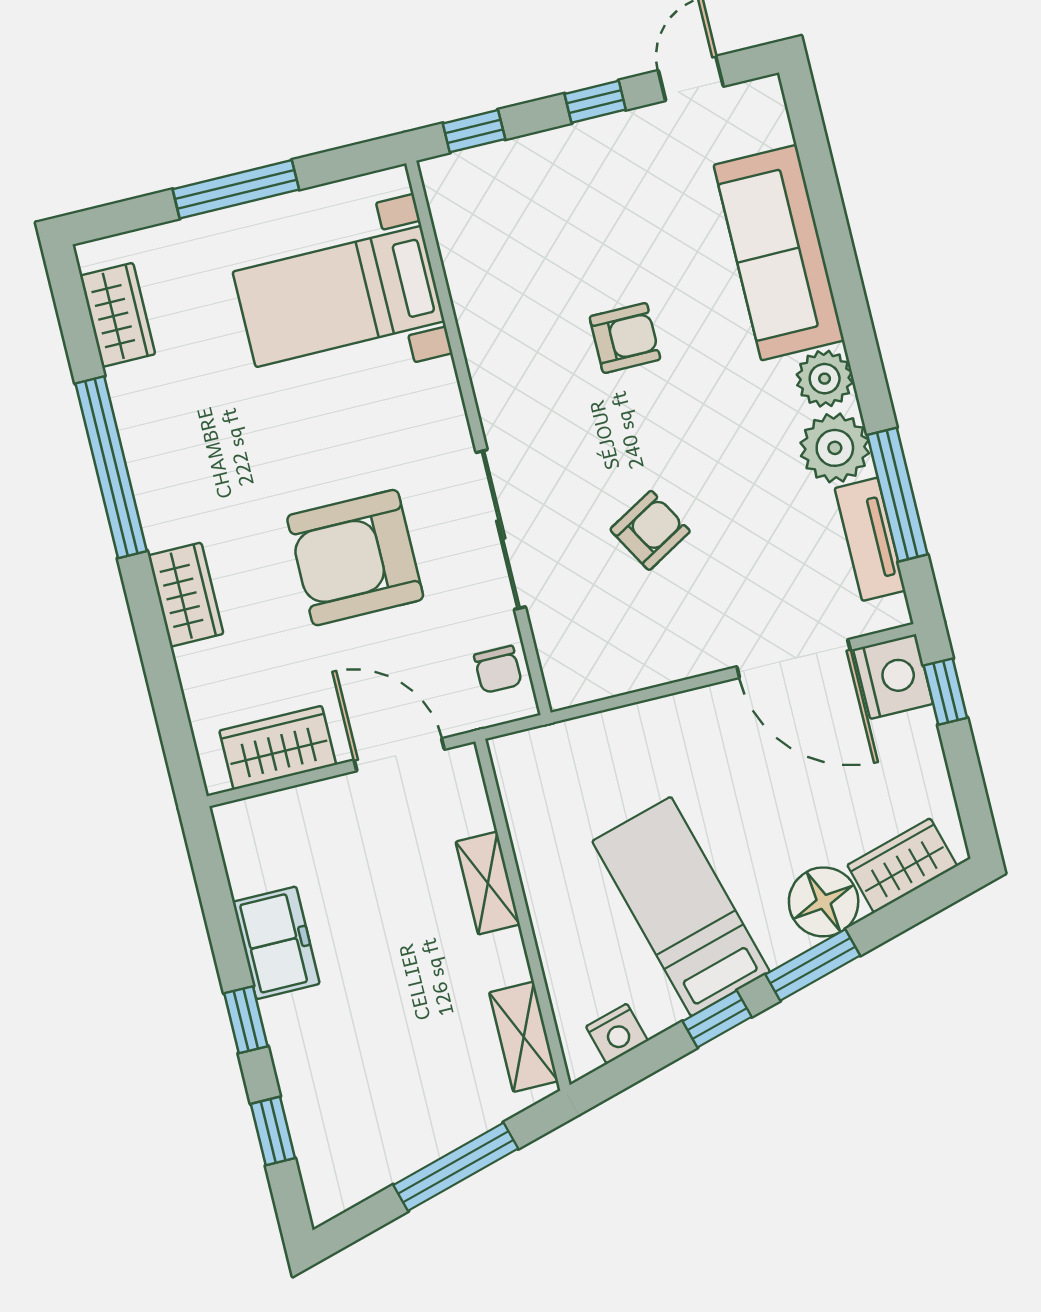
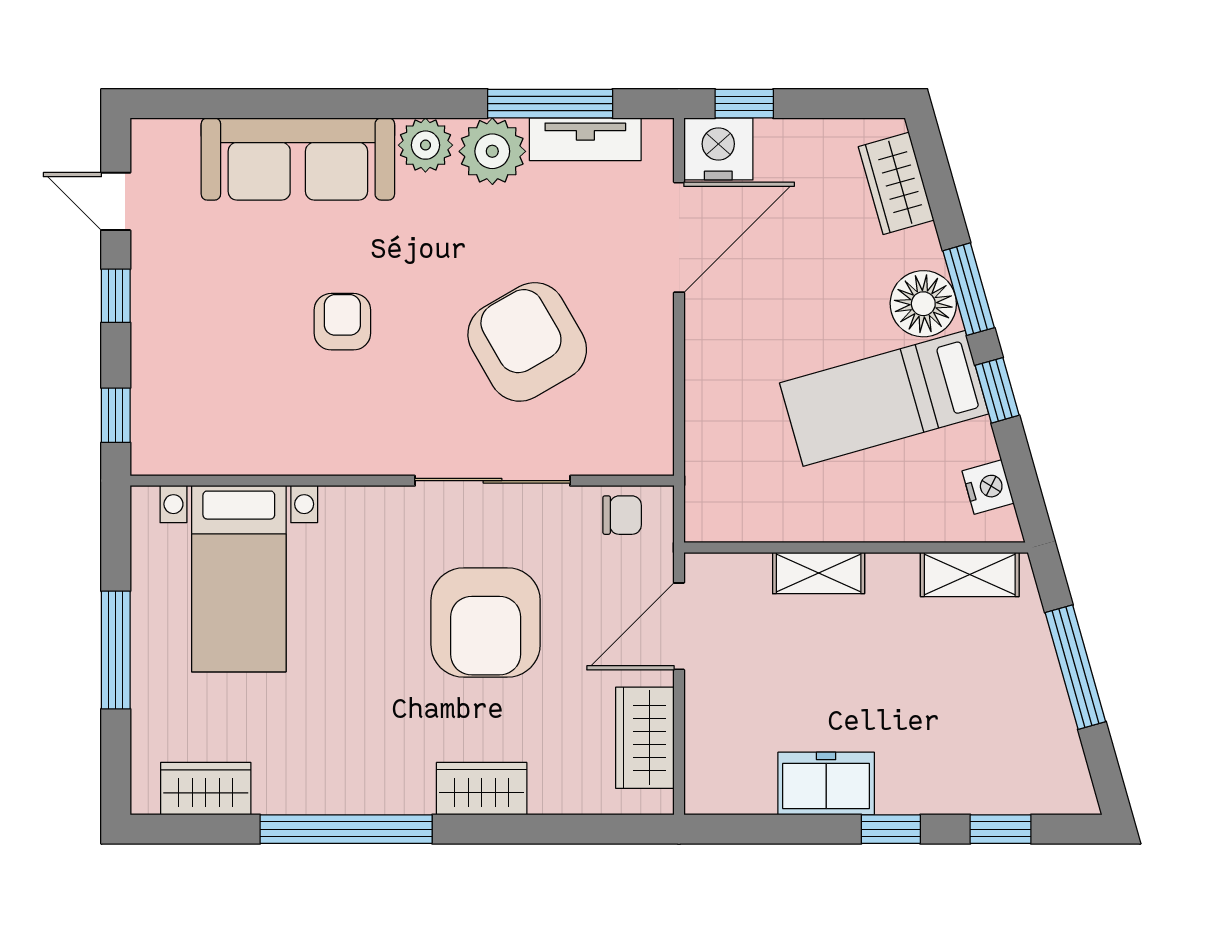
armchair: (650, 530) -> (527, 342), width x1.88, depth x1.88
floor lamp: (824, 902) -> (923, 304), moved

